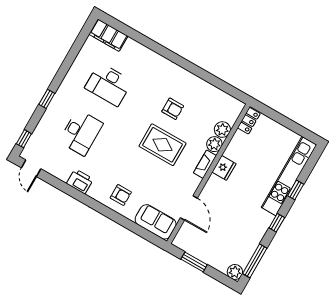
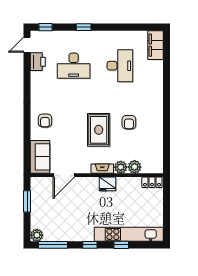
desk: (108, 84) -> (120, 66), turned 180
printer: (80, 181) -> (38, 62), moved

